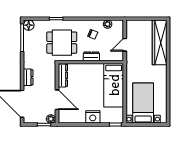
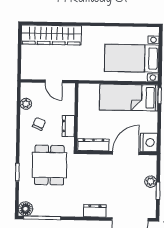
dresser: (63, 75) -> (93, 145), moved
bed: (114, 85) -> (129, 97), moved, turned 180
wall: (57, 93) -> (117, 153), moved
door: (57, 100) -> (126, 153), moved
nightstand: (93, 117) -> (149, 142), moved

